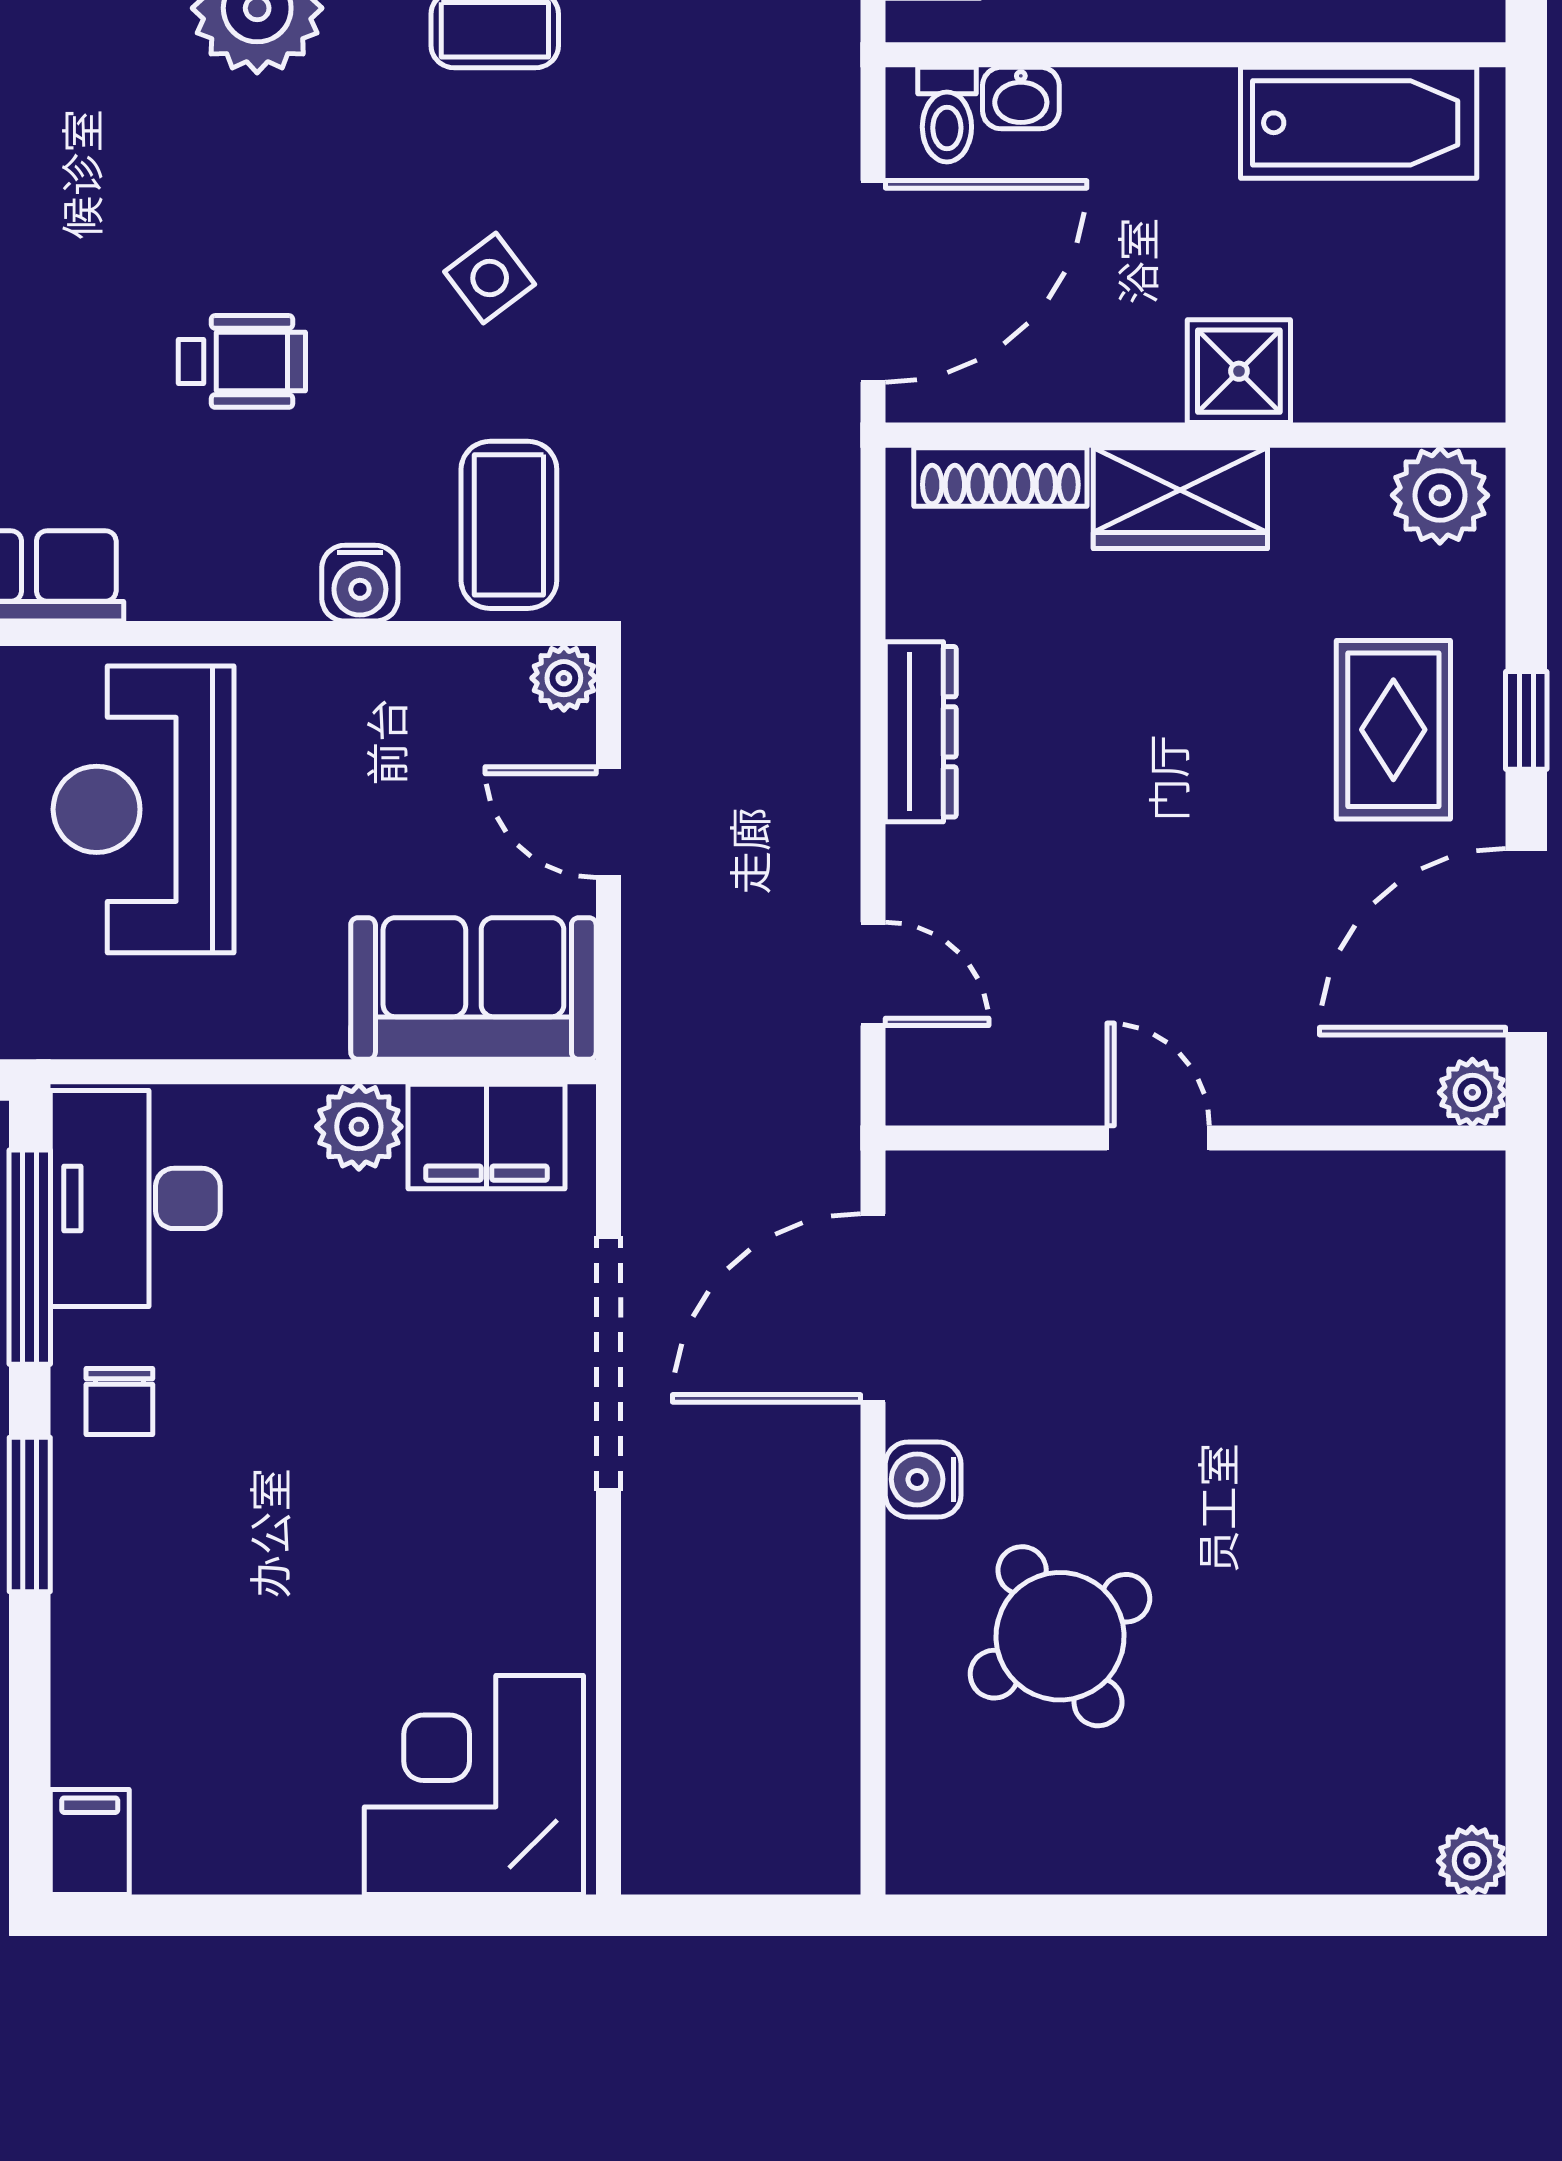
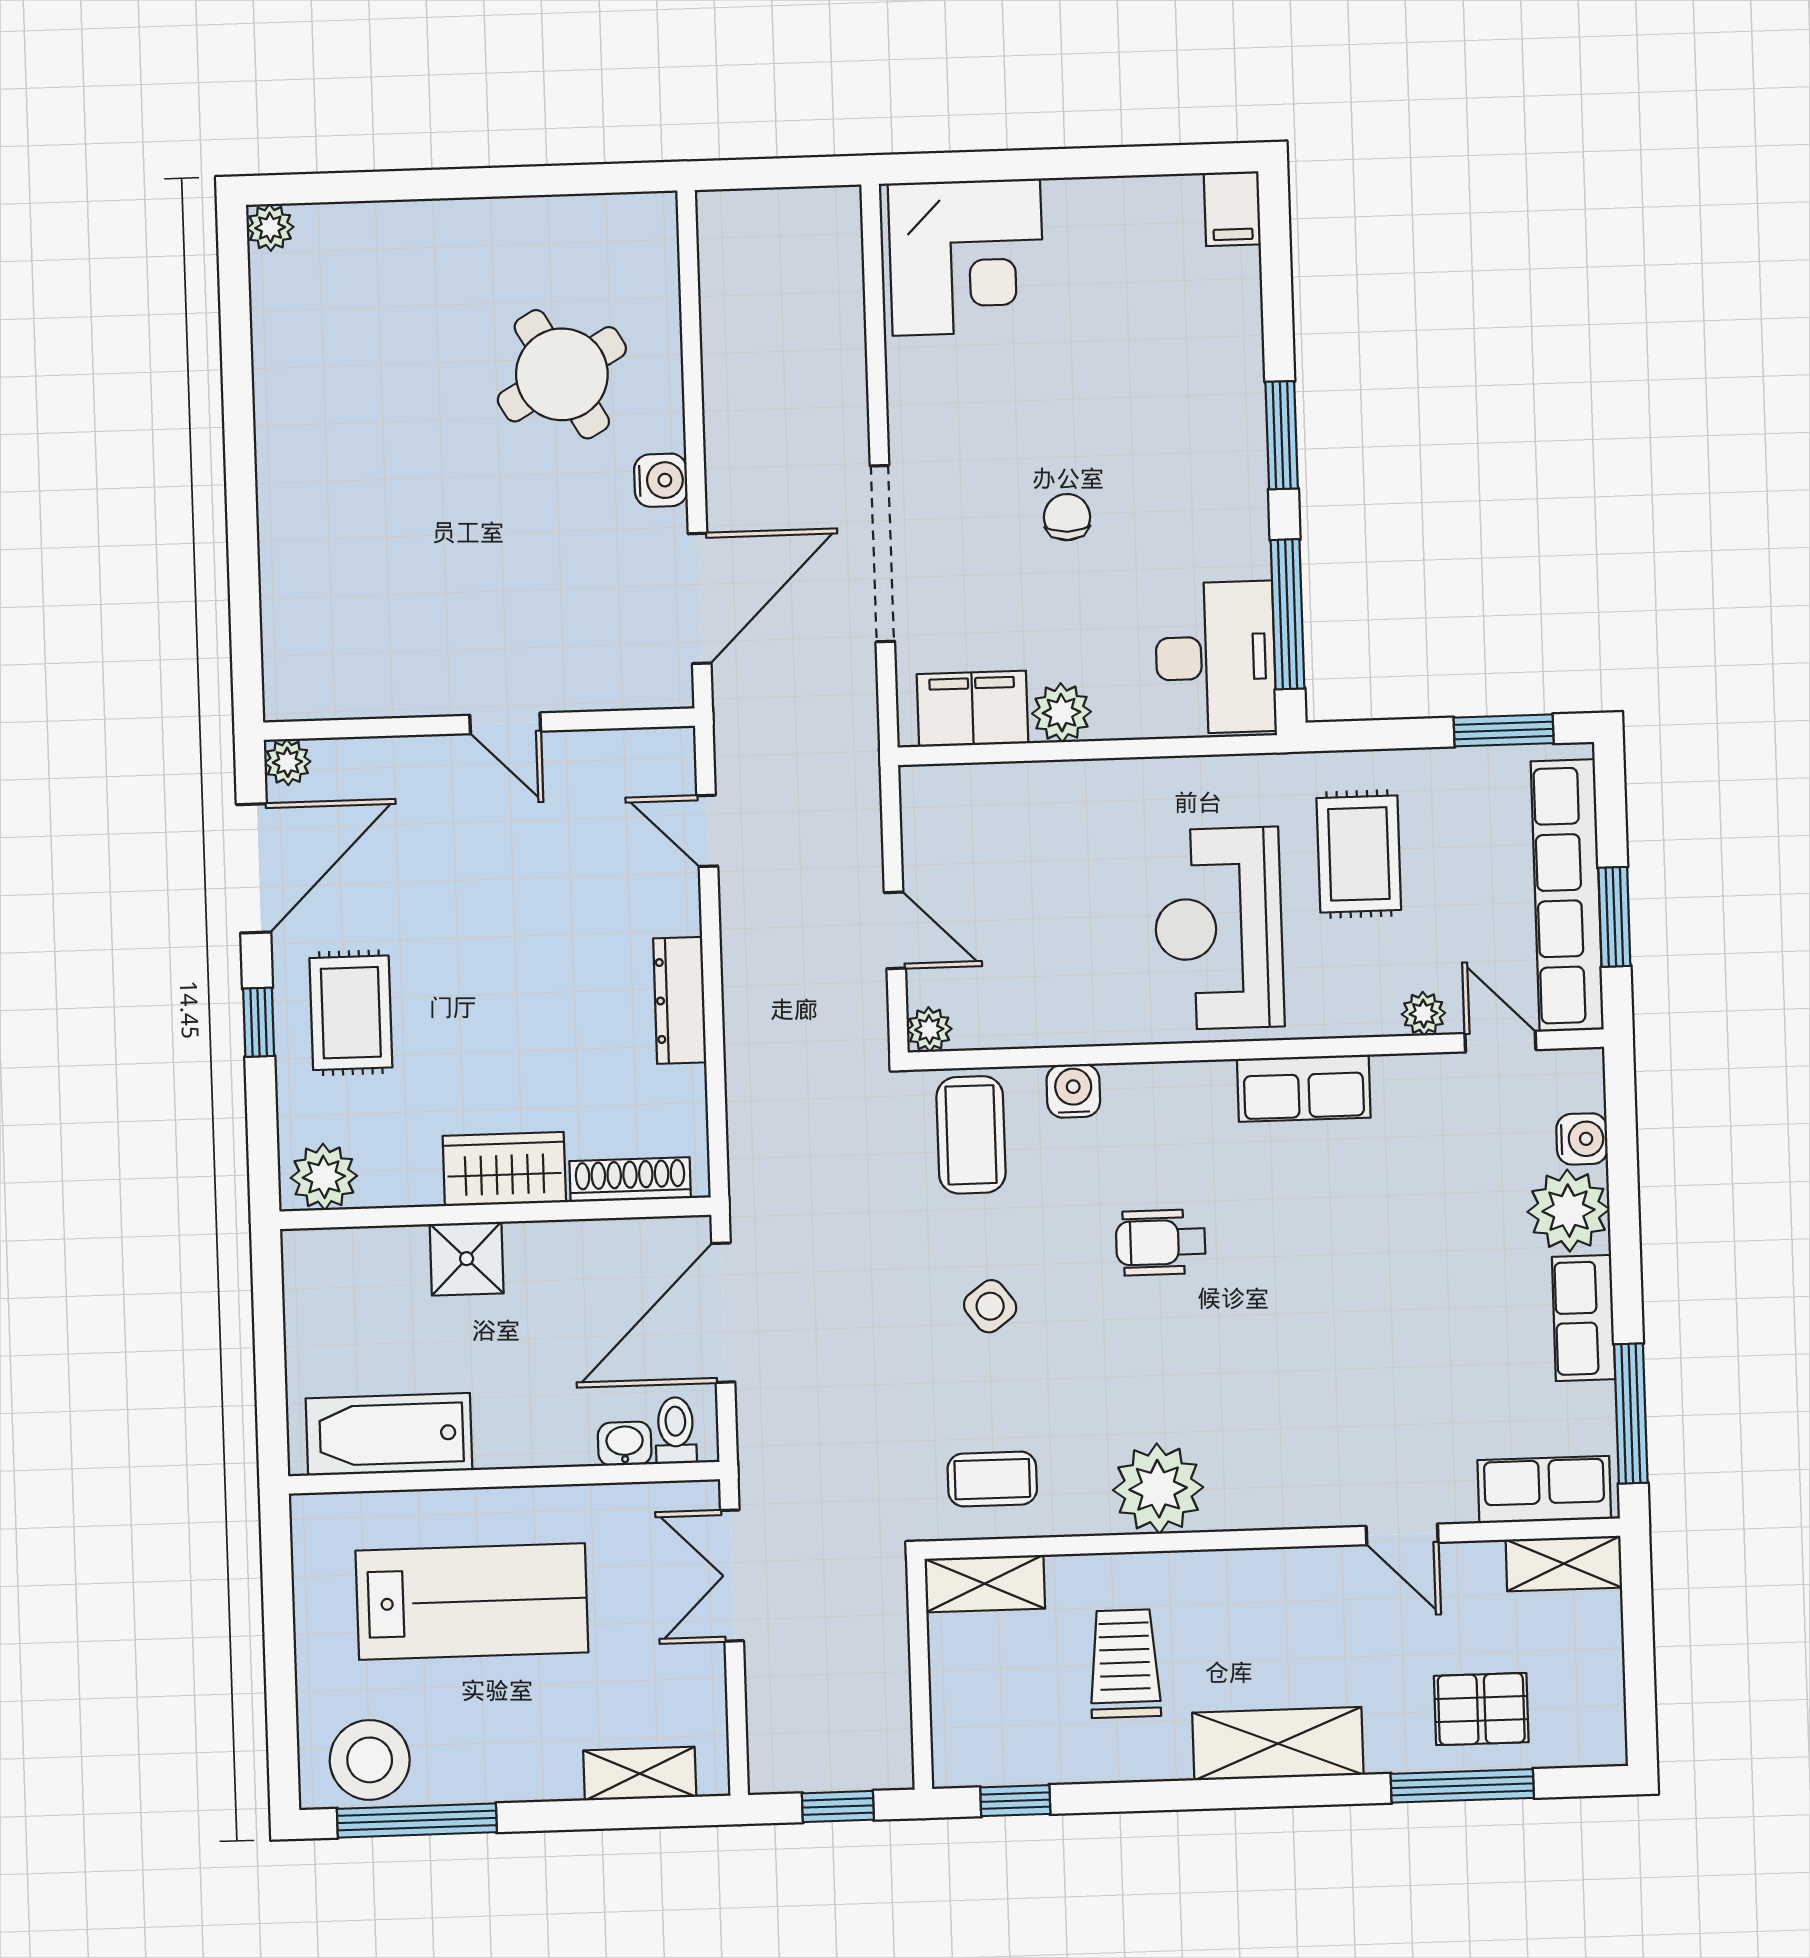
reception desk: (144, 809) -> (1219, 928), turned 180
sofa: (473, 988) -> (985, 811), removed
chair: (119, 1401) -> (1067, 517), moved

